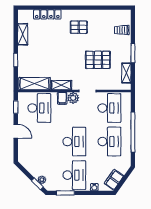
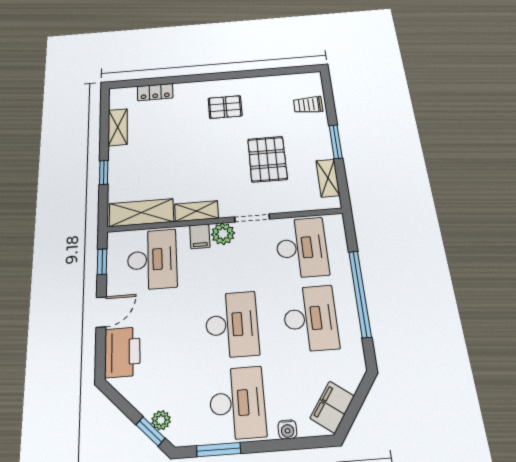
locker: (47, 14) -> (155, 92), width x0.66
pallet: (98, 60) -> (267, 159), turned 90
door: (16, 131) -> (101, 312), hinge flipped
printer: (25, 150) -> (122, 352), added

